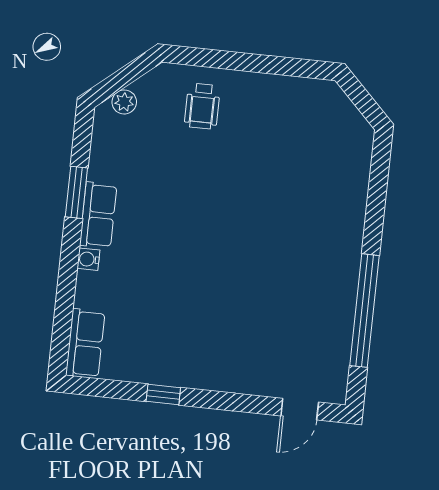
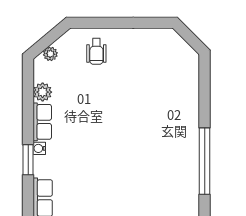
plant: (104, 165) -> (43, 92), added
window: (76, 192) -> (28, 160), moved

